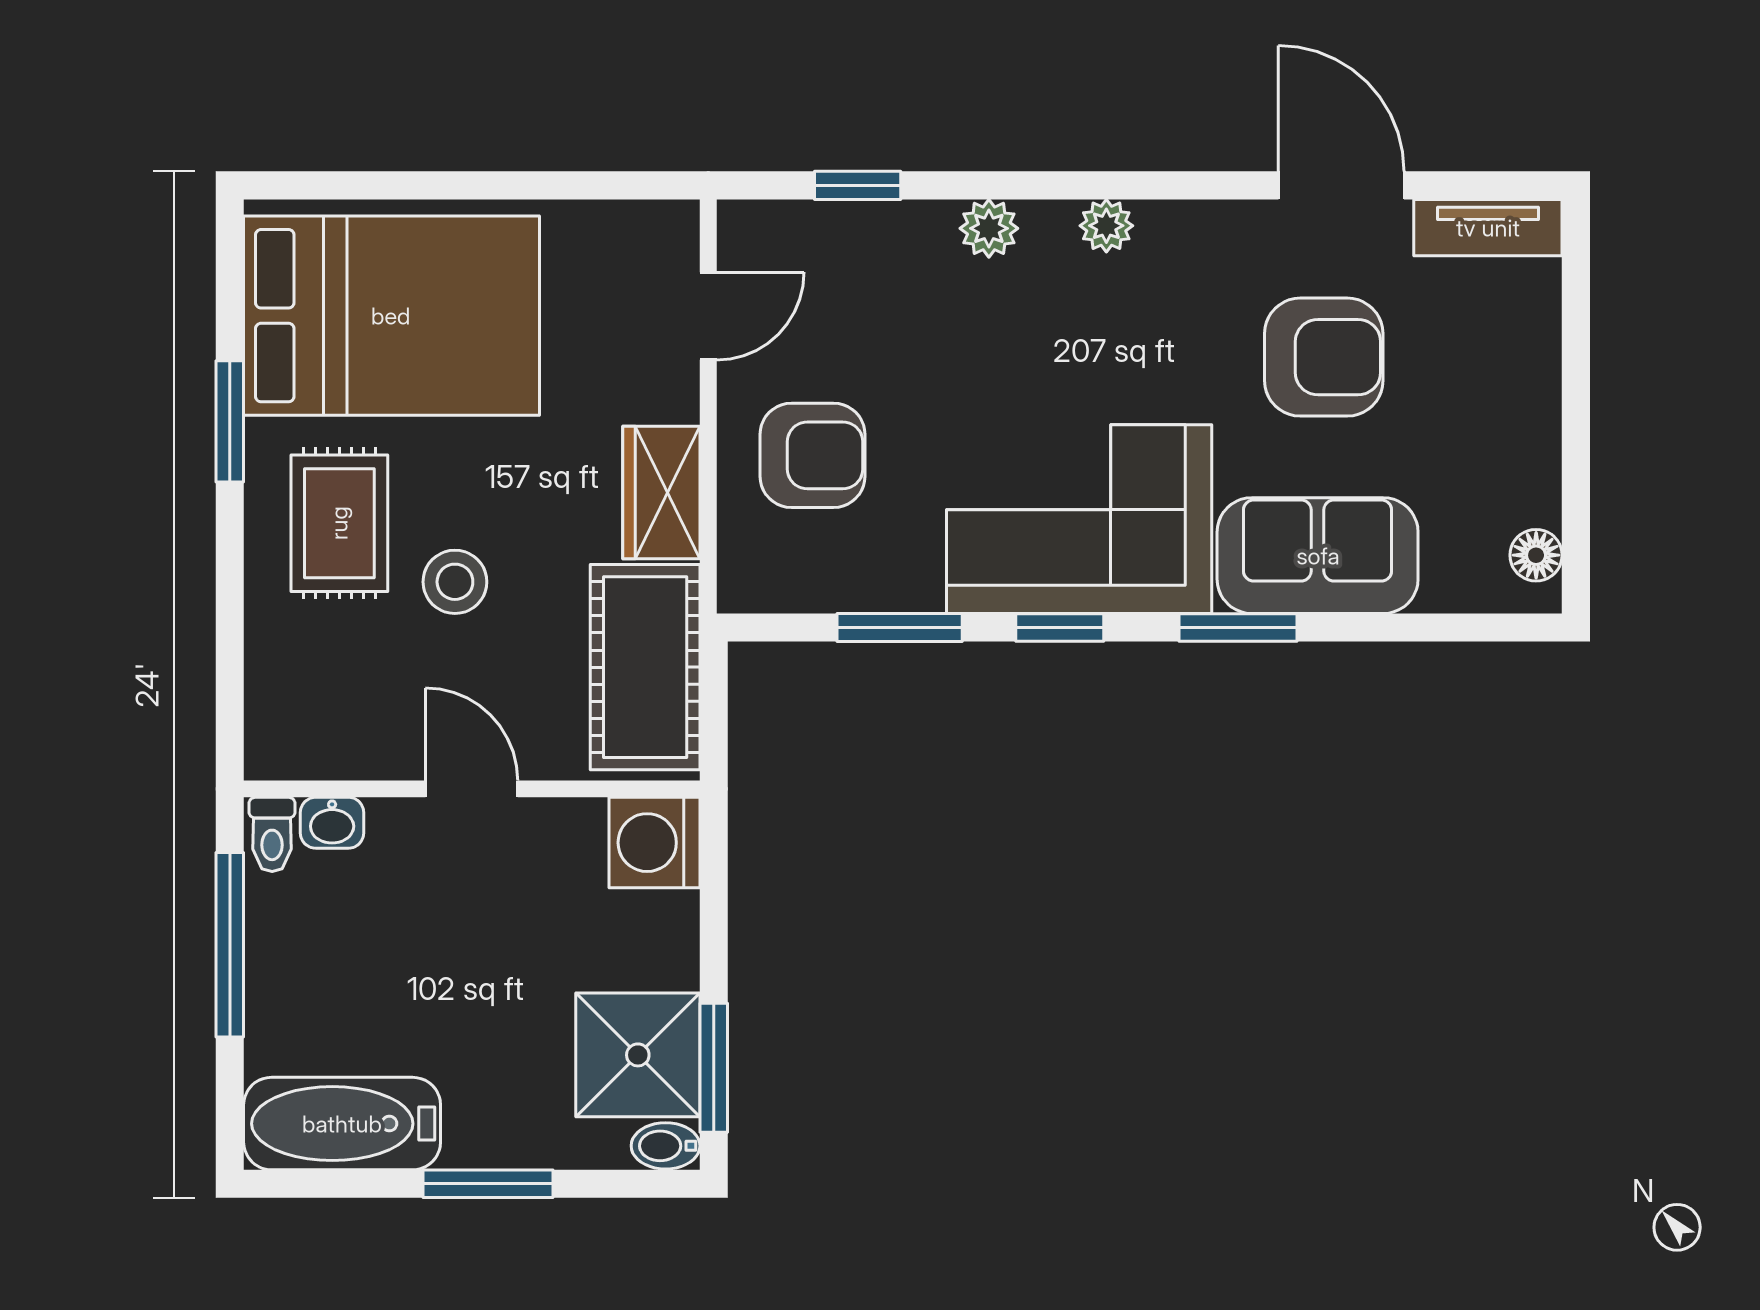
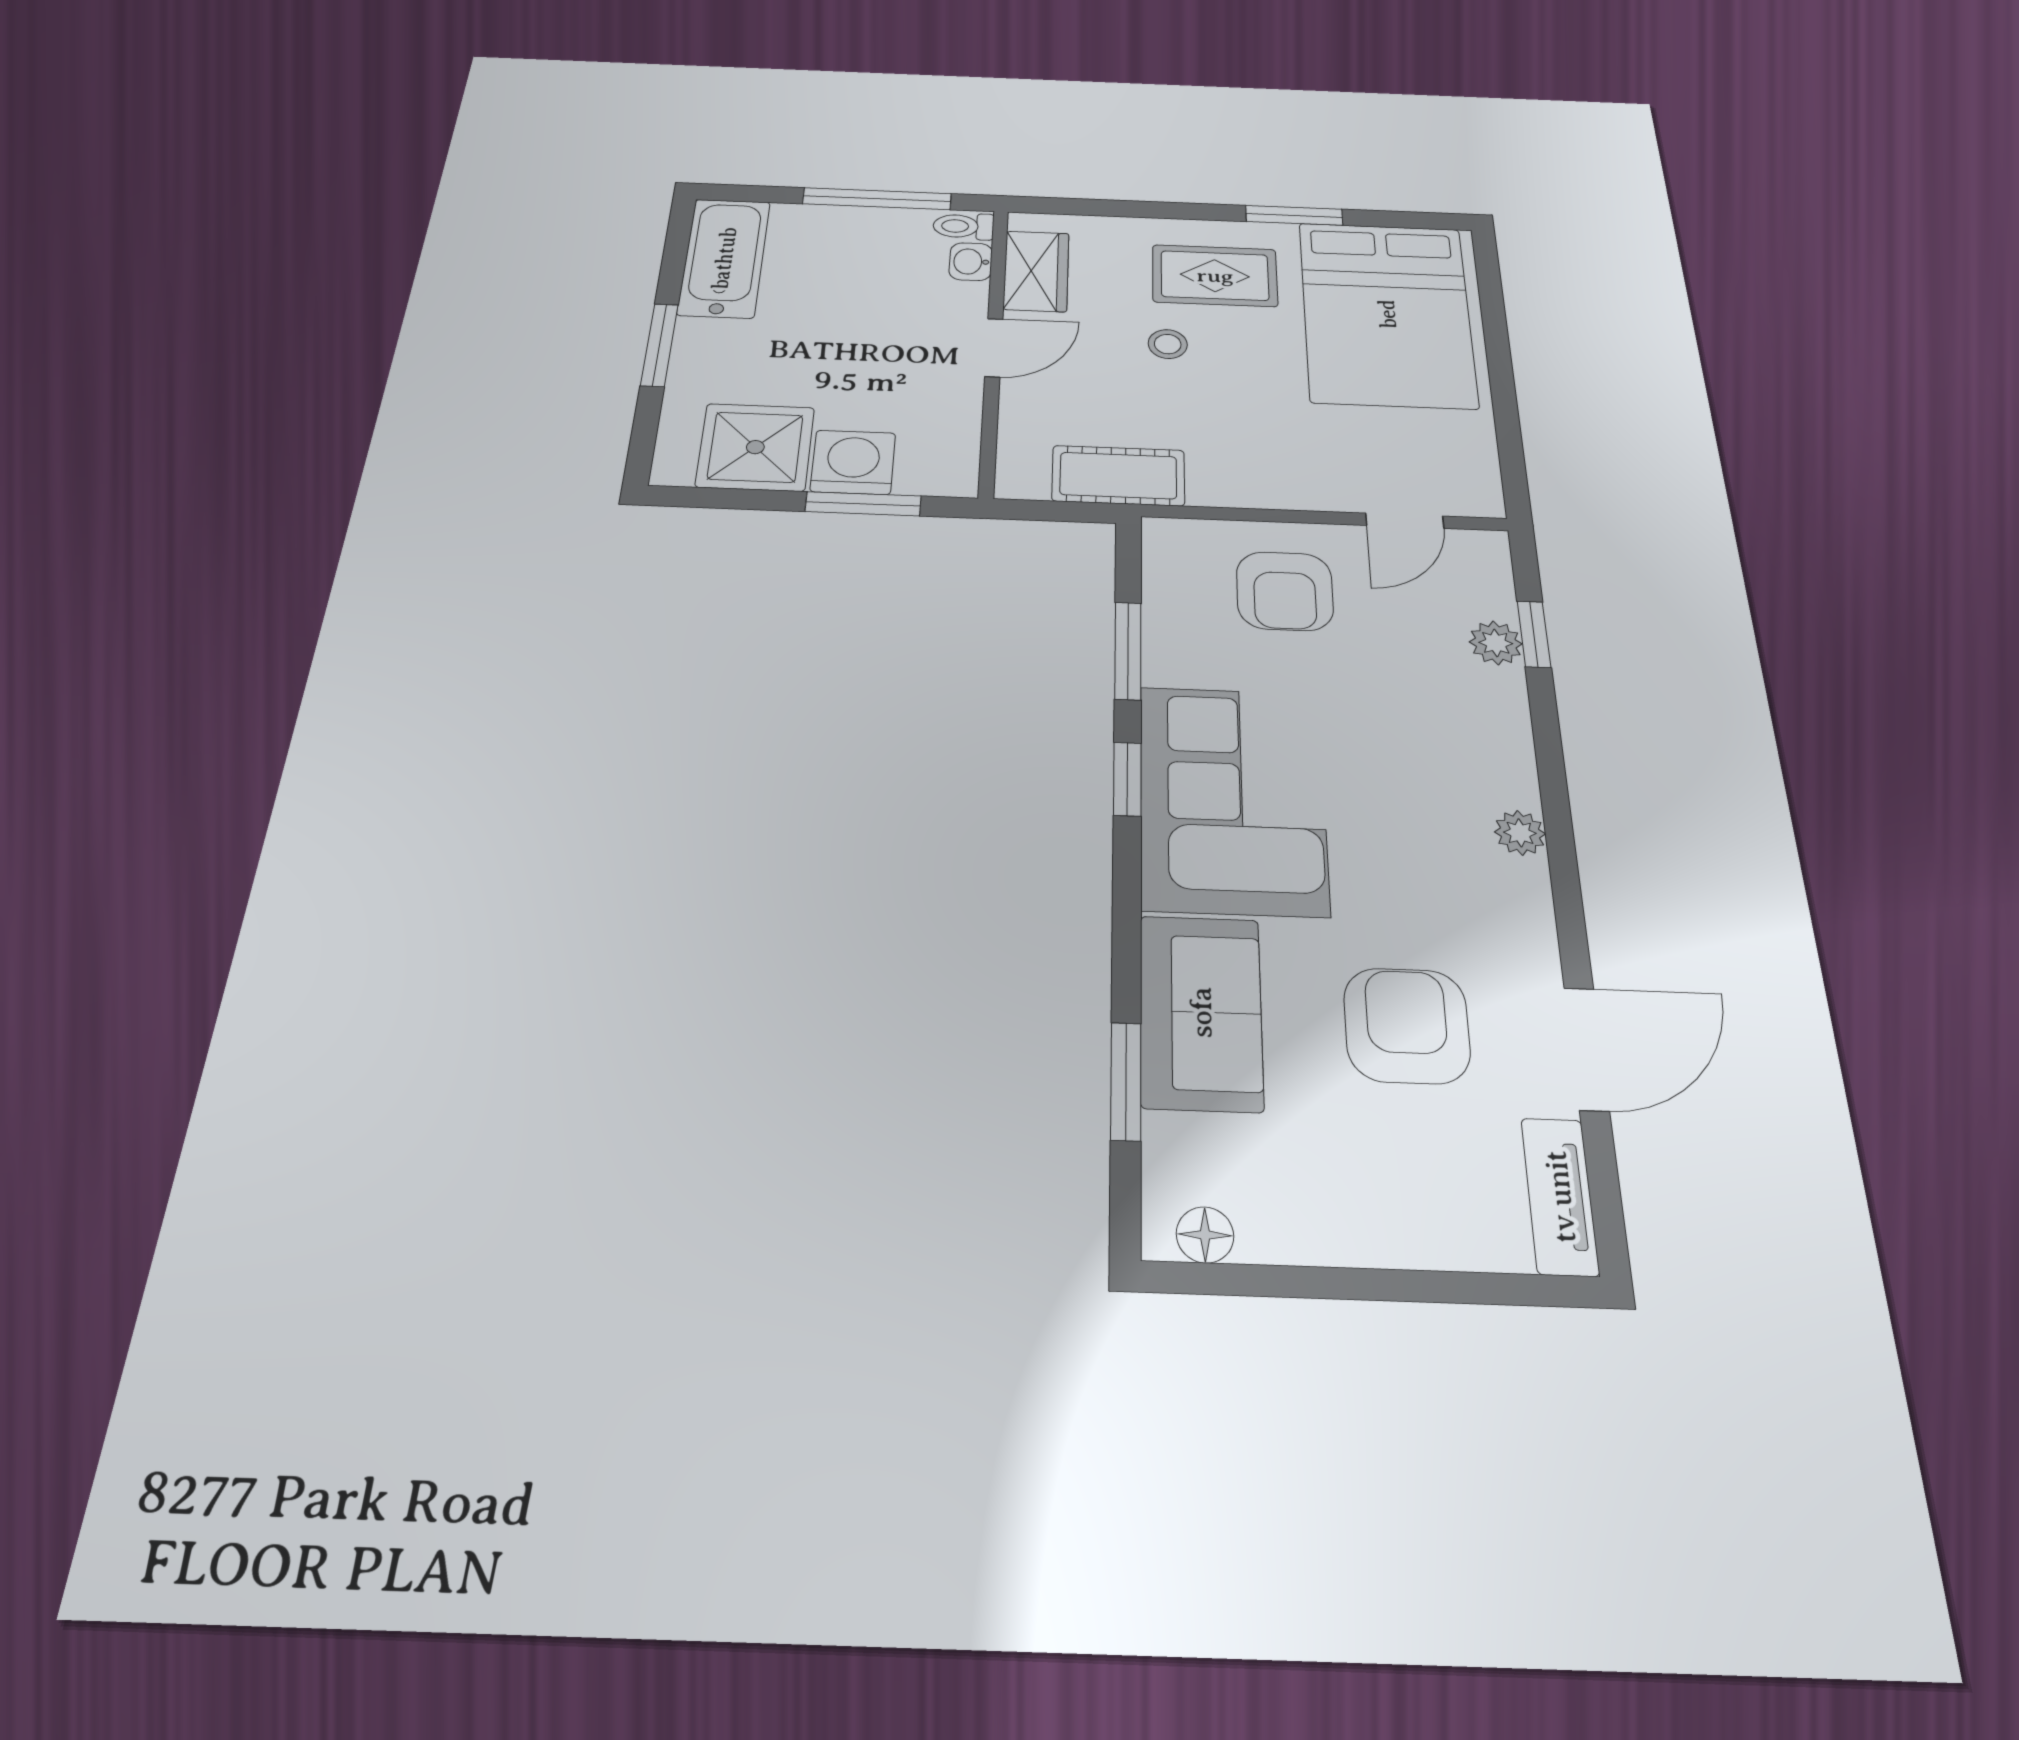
plant: (989, 228) -> (1496, 643), moved
door: (708, 316) -> (1405, 521), hinge flipped
armchair: (1324, 357) -> (1407, 1025), turned 180
wardrobe: (661, 493) -> (1036, 271), moved, turned 90
stool: (455, 582) -> (1168, 344), width x0.73, depth x0.73
window: (1238, 628) -> (1126, 1081), moved
cot: (645, 667) -> (1118, 476), width x0.73, depth x0.75
washing machine: (654, 843) -> (853, 462), moved
window: (714, 1068) -> (863, 504), moved
bidet: (666, 1146) -> (673, 463), removed

